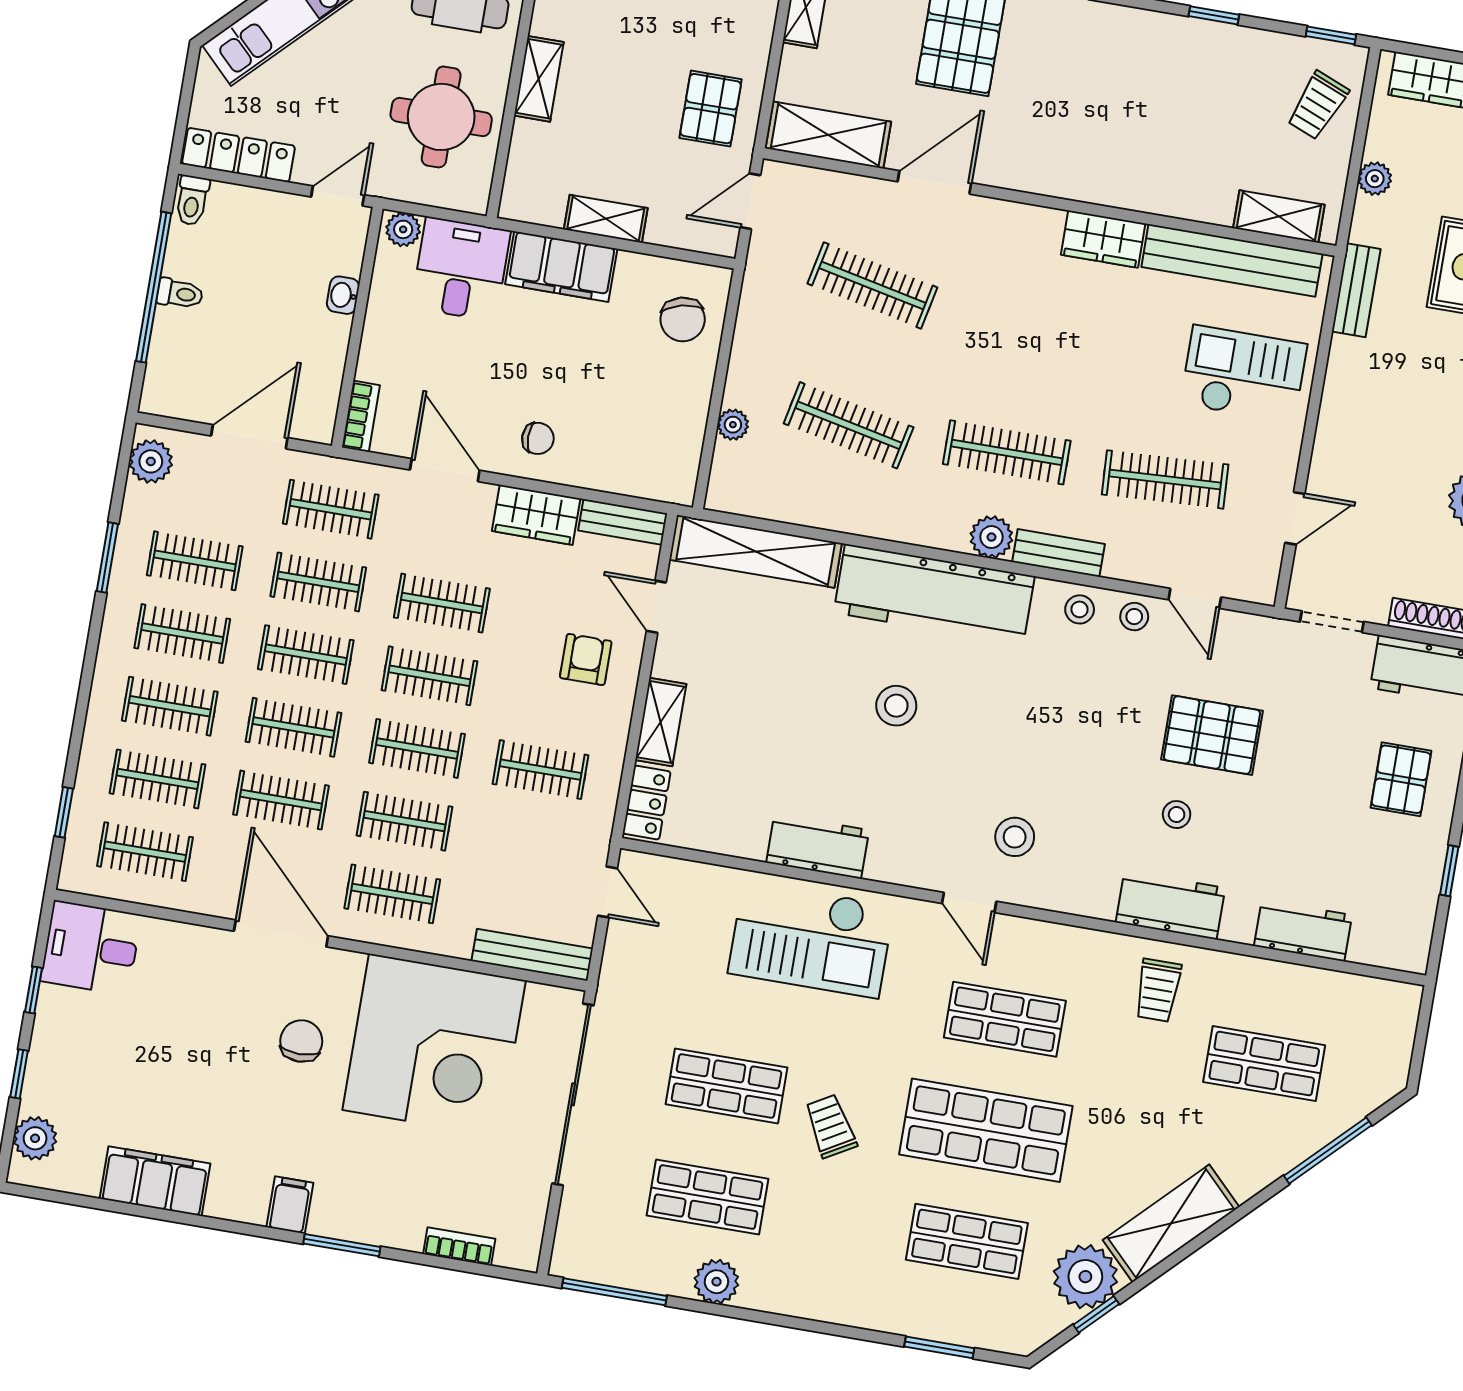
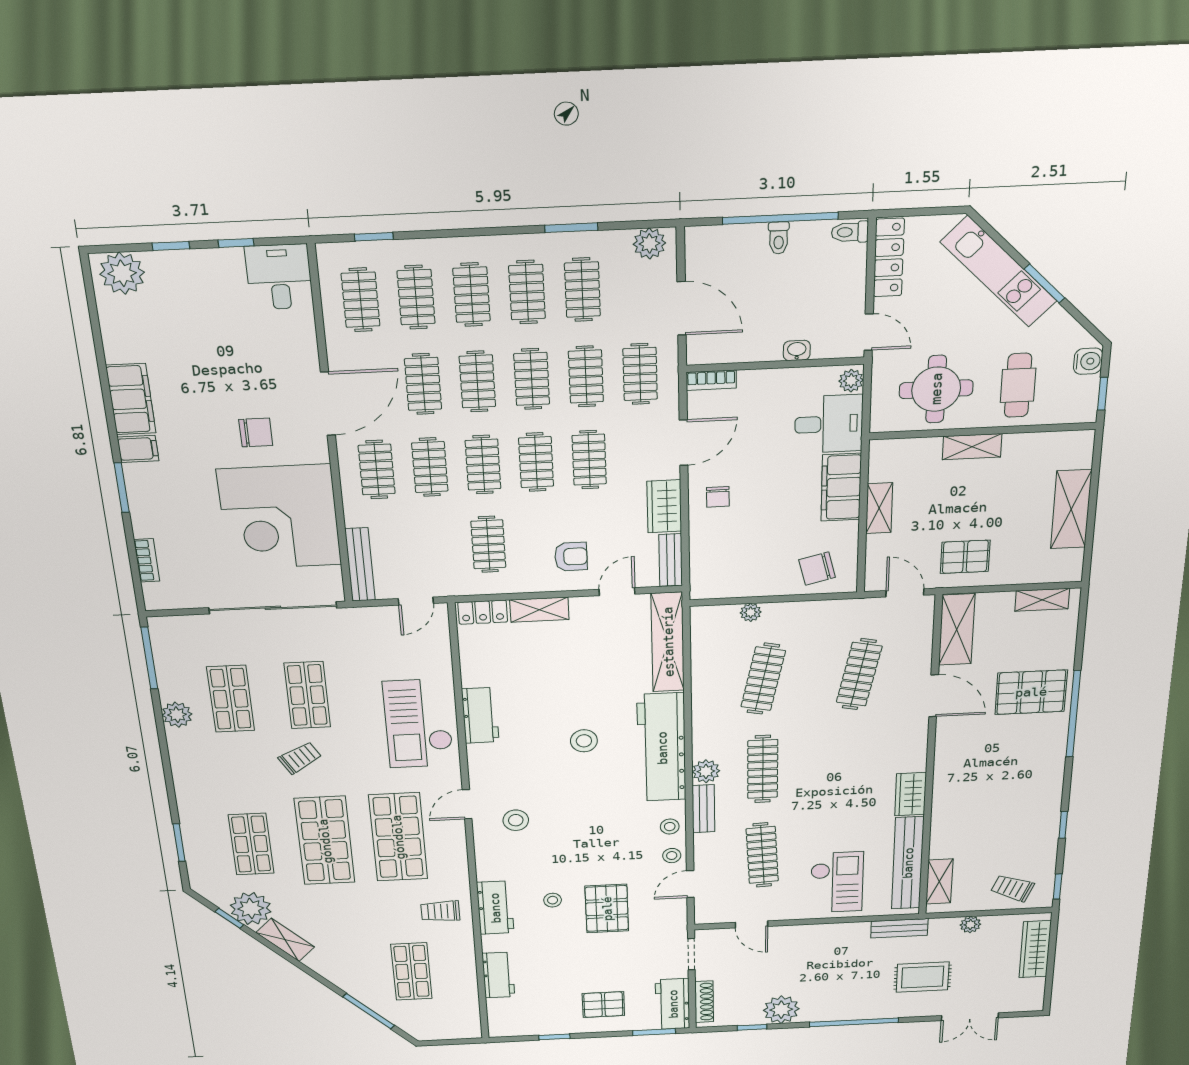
shop shelf: (1005, 1019) -> (398, 837), width x1.43, depth x1.36
plant: (35, 1138) -> (122, 273), width x1.36, depth x1.36
filing cabinet: (155, 1181) -> (131, 399), moved
shelving: (1171, 1223) -> (285, 940), width x0.67, depth x0.75

